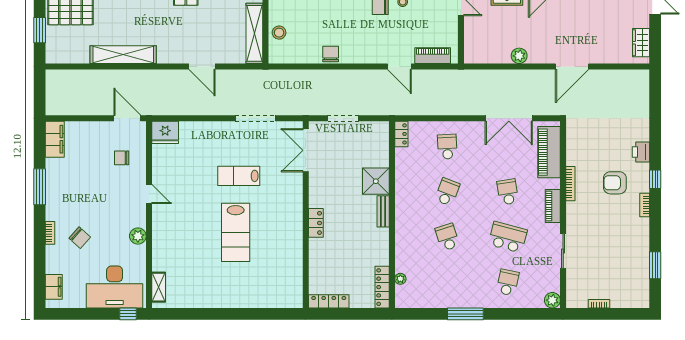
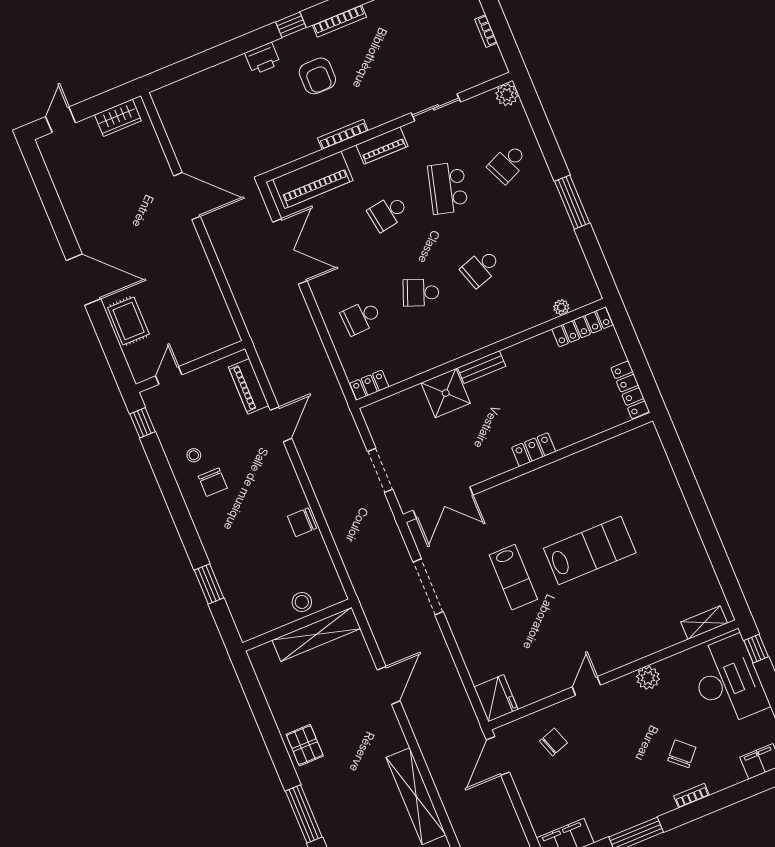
plant: (519, 56) -> (202, 272), removed
chair: (122, 158) -> (554, 742), turned -109
bookcase: (645, 205) -> (339, 21), width x1.56
school desk: (508, 282) -> (508, 163), turned -36

